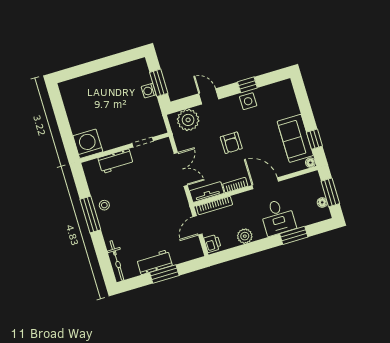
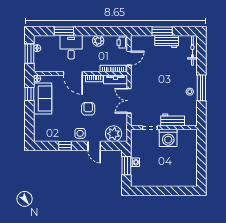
side table: (248, 101) -> (80, 133), moved
washing machine: (88, 144) -> (168, 138), moved

